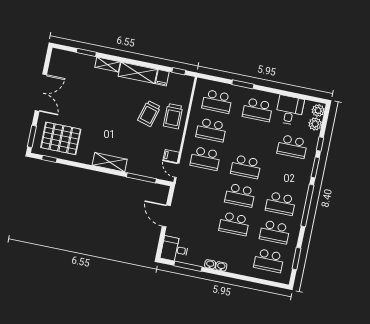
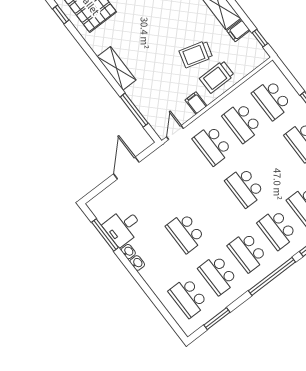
filing cabinet: (171, 156) -> (196, 103), moved
school desk: (240, 195) -> (277, 229), moved
desk: (175, 249) -> (123, 227), moved, turned -90

